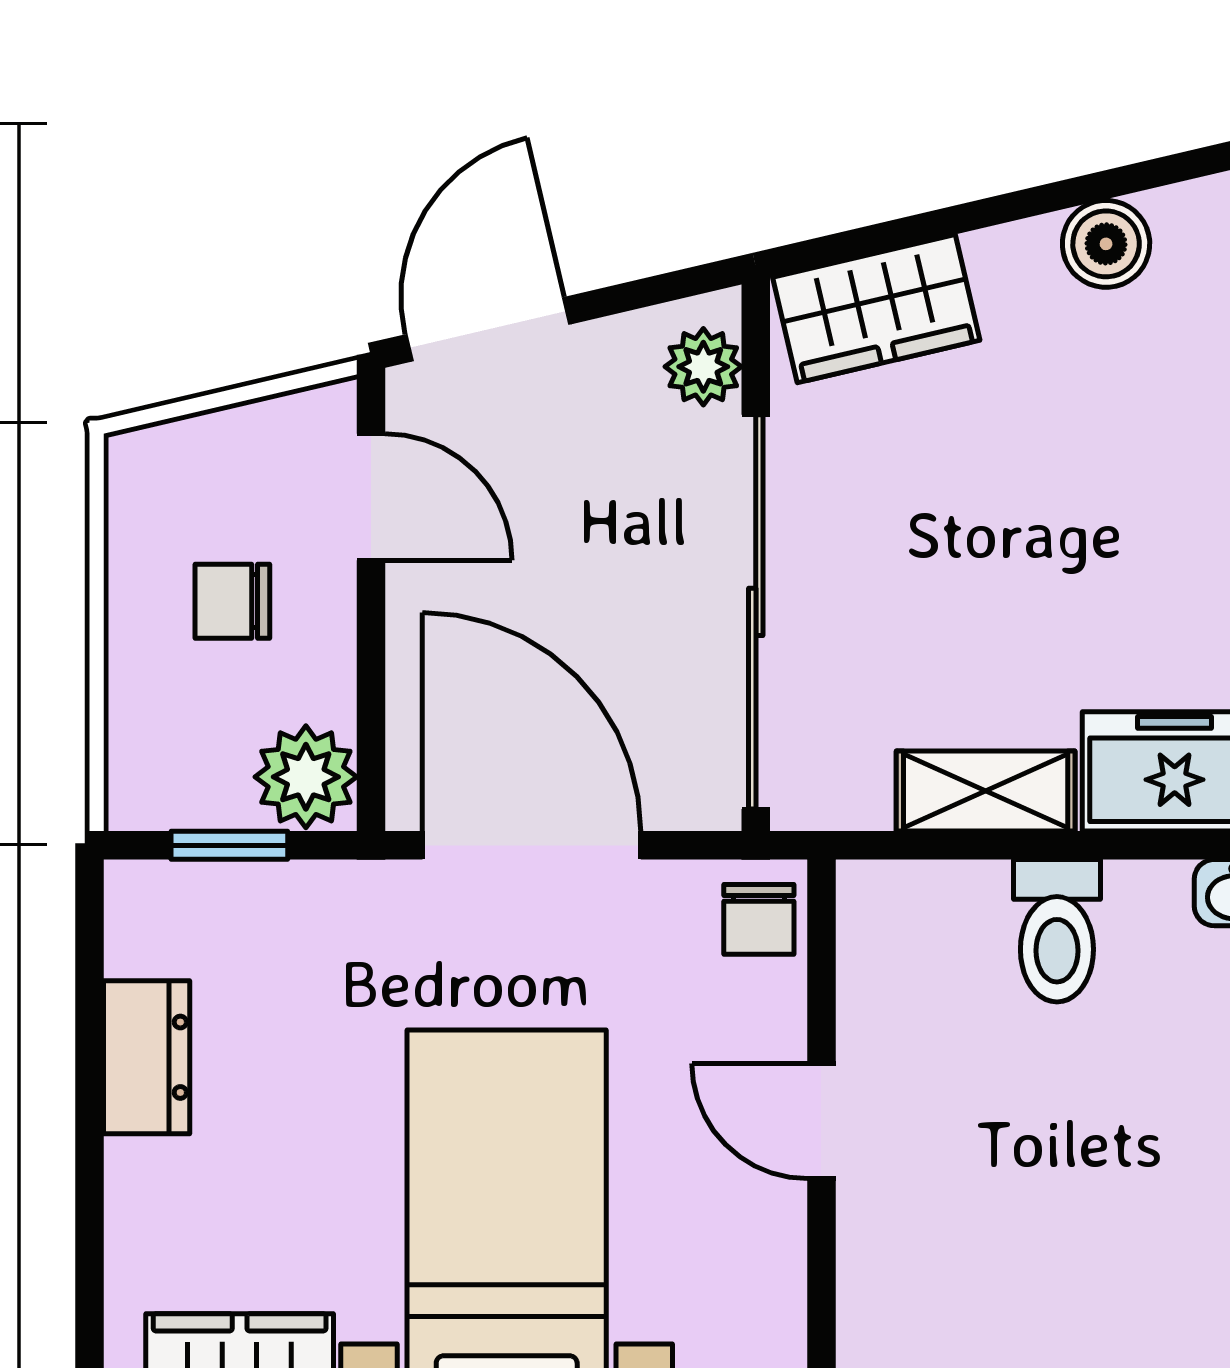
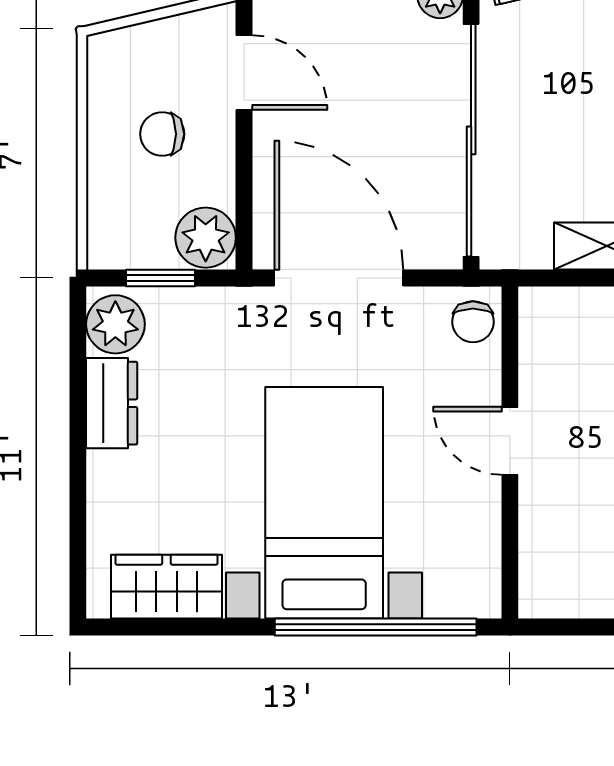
plant: (153, 924) -> (115, 324), added

